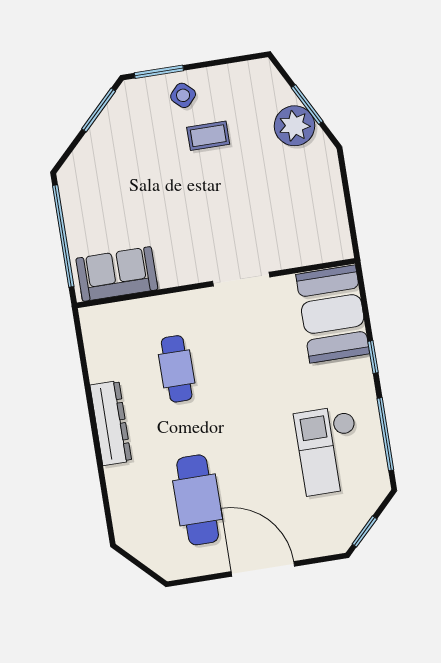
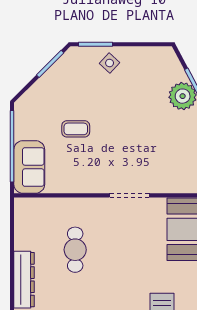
coffee table: (208, 136) -> (76, 129), moved
sofa: (117, 274) -> (29, 167), moved, turned 90

